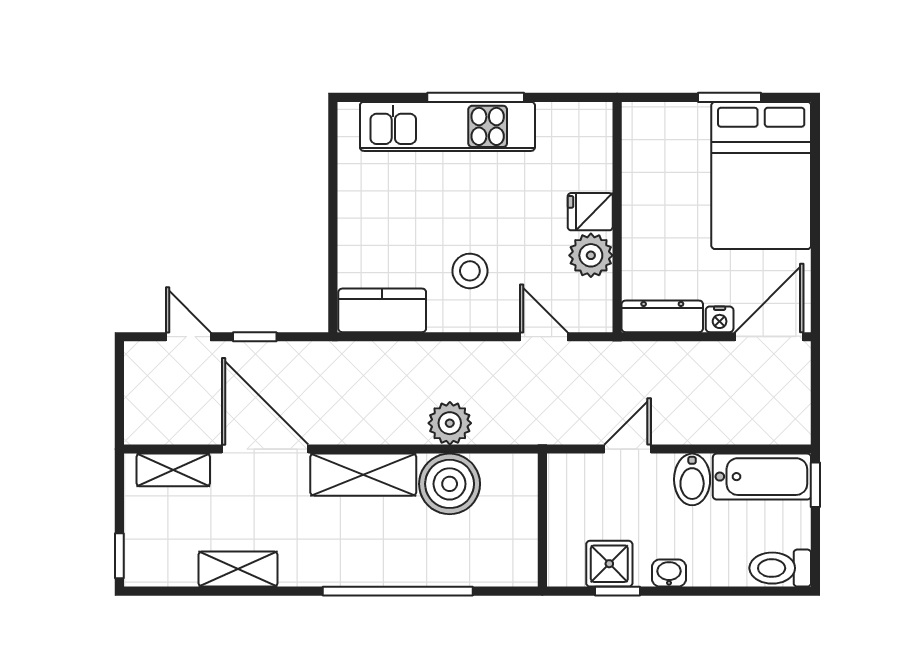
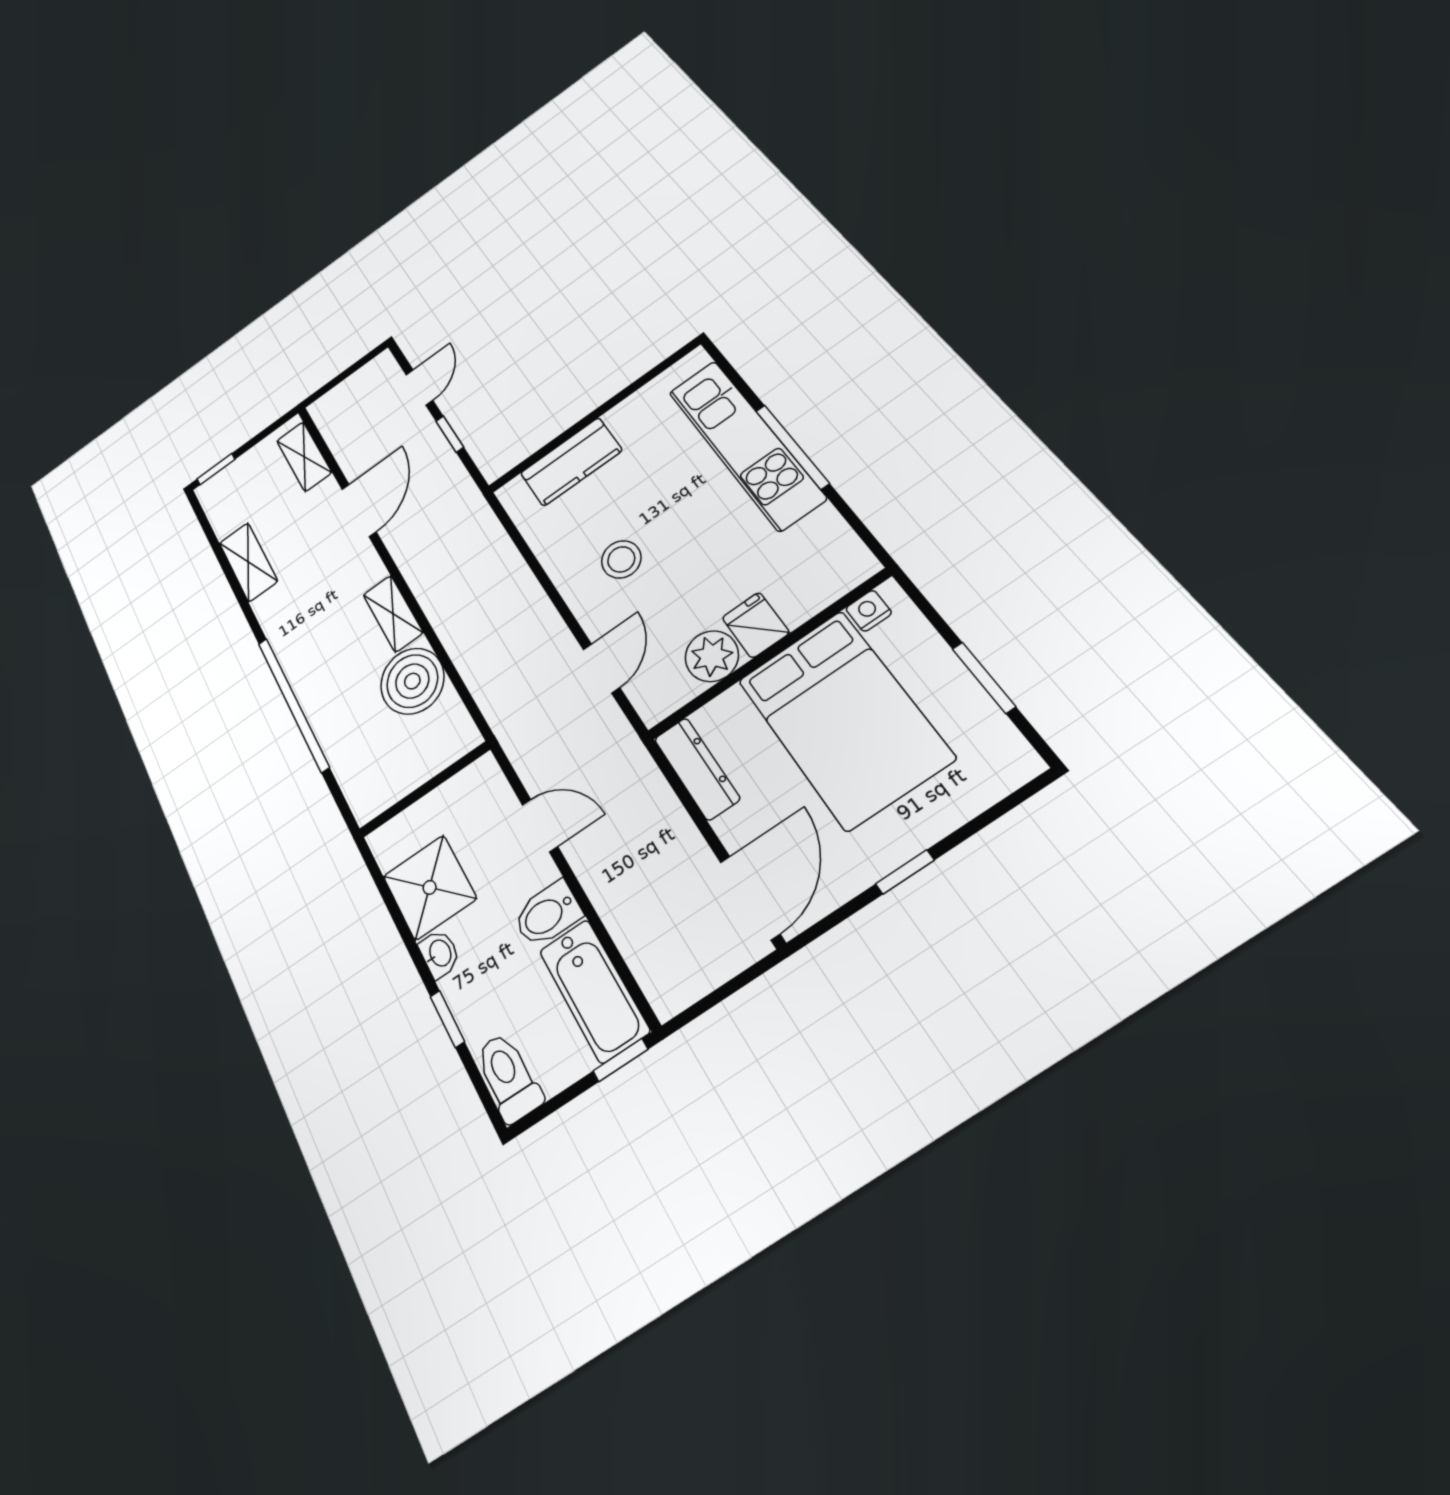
bed: (761, 175) -> (844, 719), moved, turned -90
window: (815, 231) -> (905, 872), added
kitchen counter: (382, 310) -> (571, 462), moved, turned 90
nightstand: (720, 319) -> (869, 611), moved, turned 90
door: (769, 337) -> (750, 898), hinge flipped
plant: (450, 423) -> (468, 642), removed
door: (265, 449) -> (359, 510), width x0.73
shelving: (363, 475) -> (393, 614), width x0.67, depth x0.75
shower: (609, 564) -> (430, 887), width x1.36, depth x1.36
window: (618, 591) -> (447, 1019), moved

